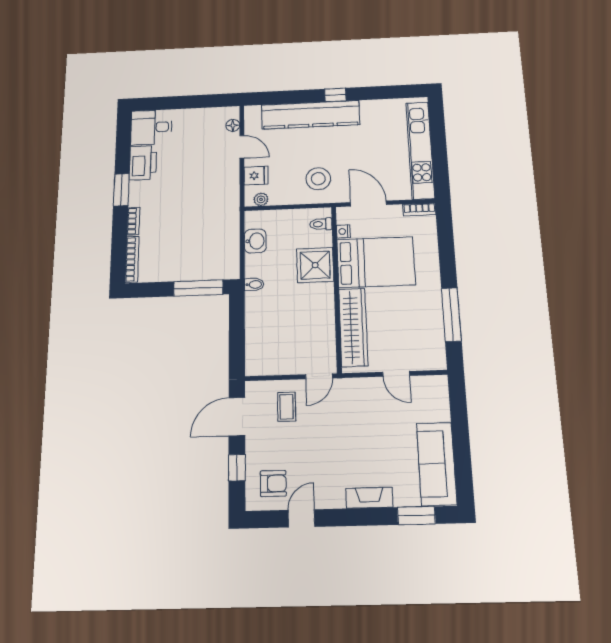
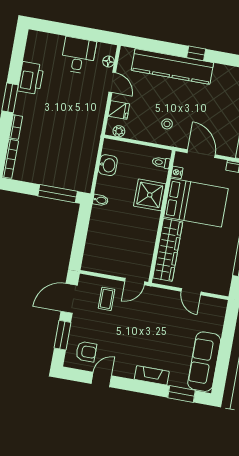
desk: (151, 127) -> (78, 55), moved, turned 90
stool: (318, 179) -> (167, 124), width x0.53, depth x0.53
window: (237, 468) -> (63, 335), width x1.50

